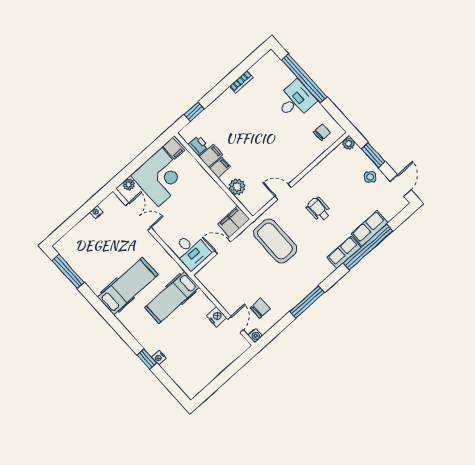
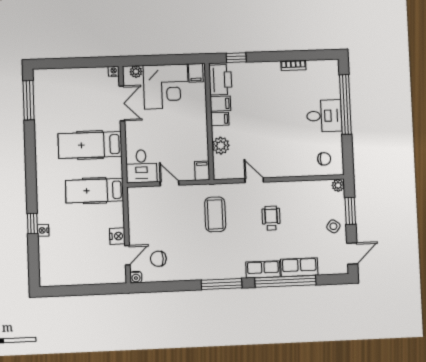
printer: (198, 145) -> (220, 80), width x1.87, depth x1.48
nightstand: (96, 212) -> (114, 71), moved
filing cabinet: (234, 222) -> (202, 171), width x0.50
coffee table: (275, 241) -> (215, 214), width x0.73, depth x0.76
hospital bed: (128, 286) -> (90, 145), moved, turned 180
window: (307, 302) -> (222, 284), moved
chair: (260, 308) -> (158, 259), turned 180

